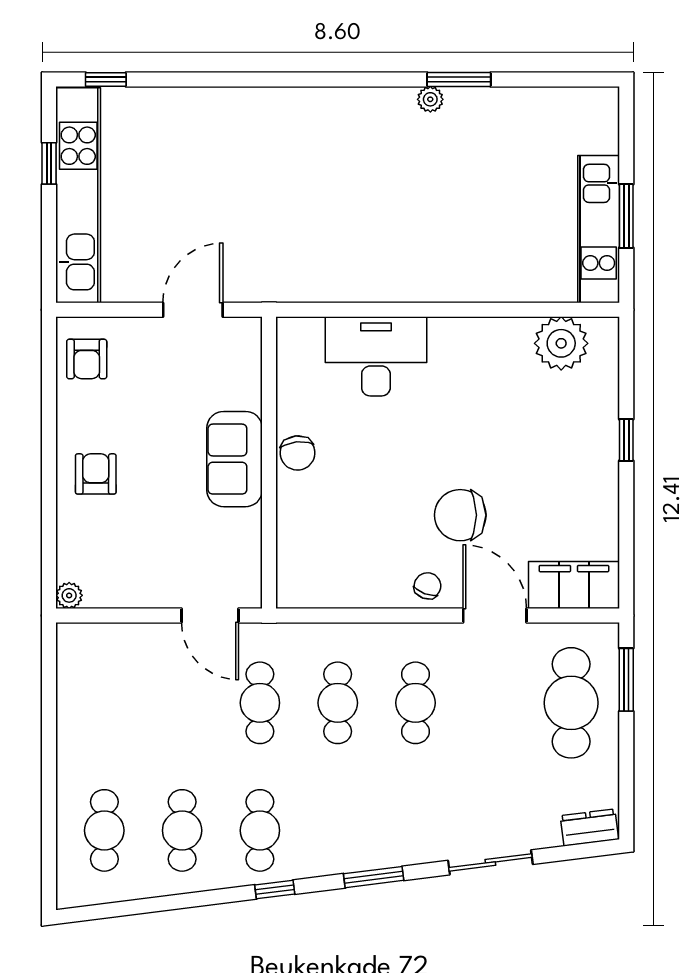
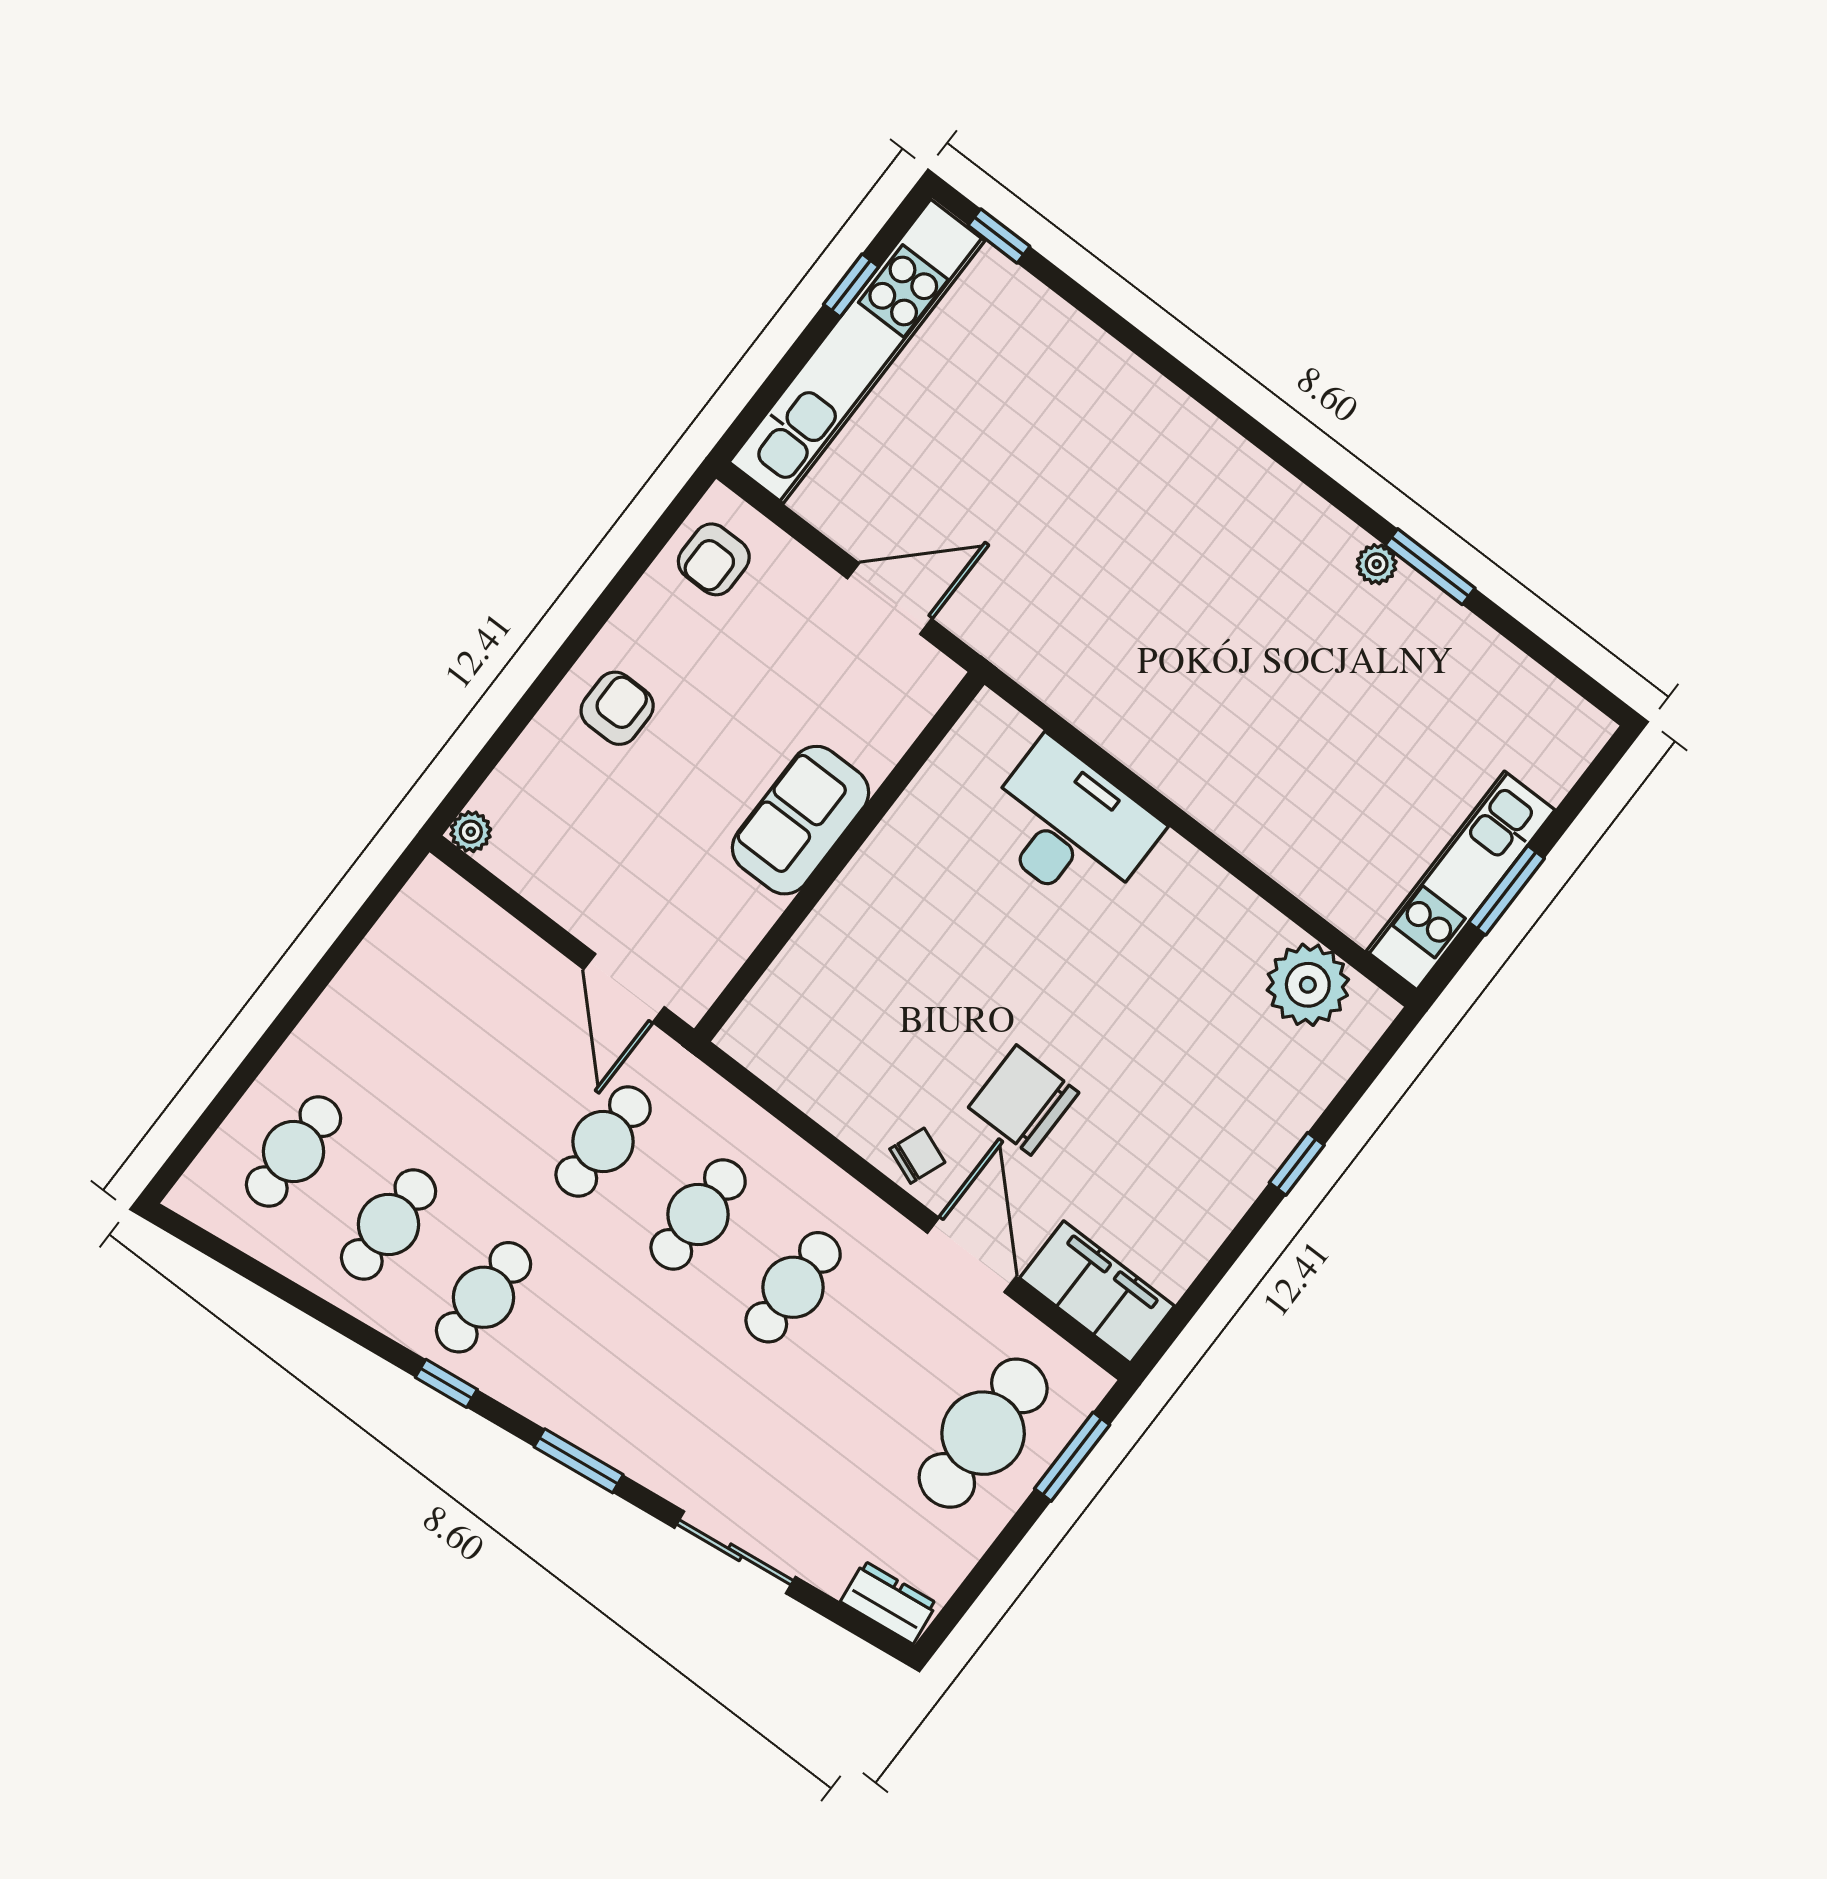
chair: (298, 453) -> (883, 872), removed

